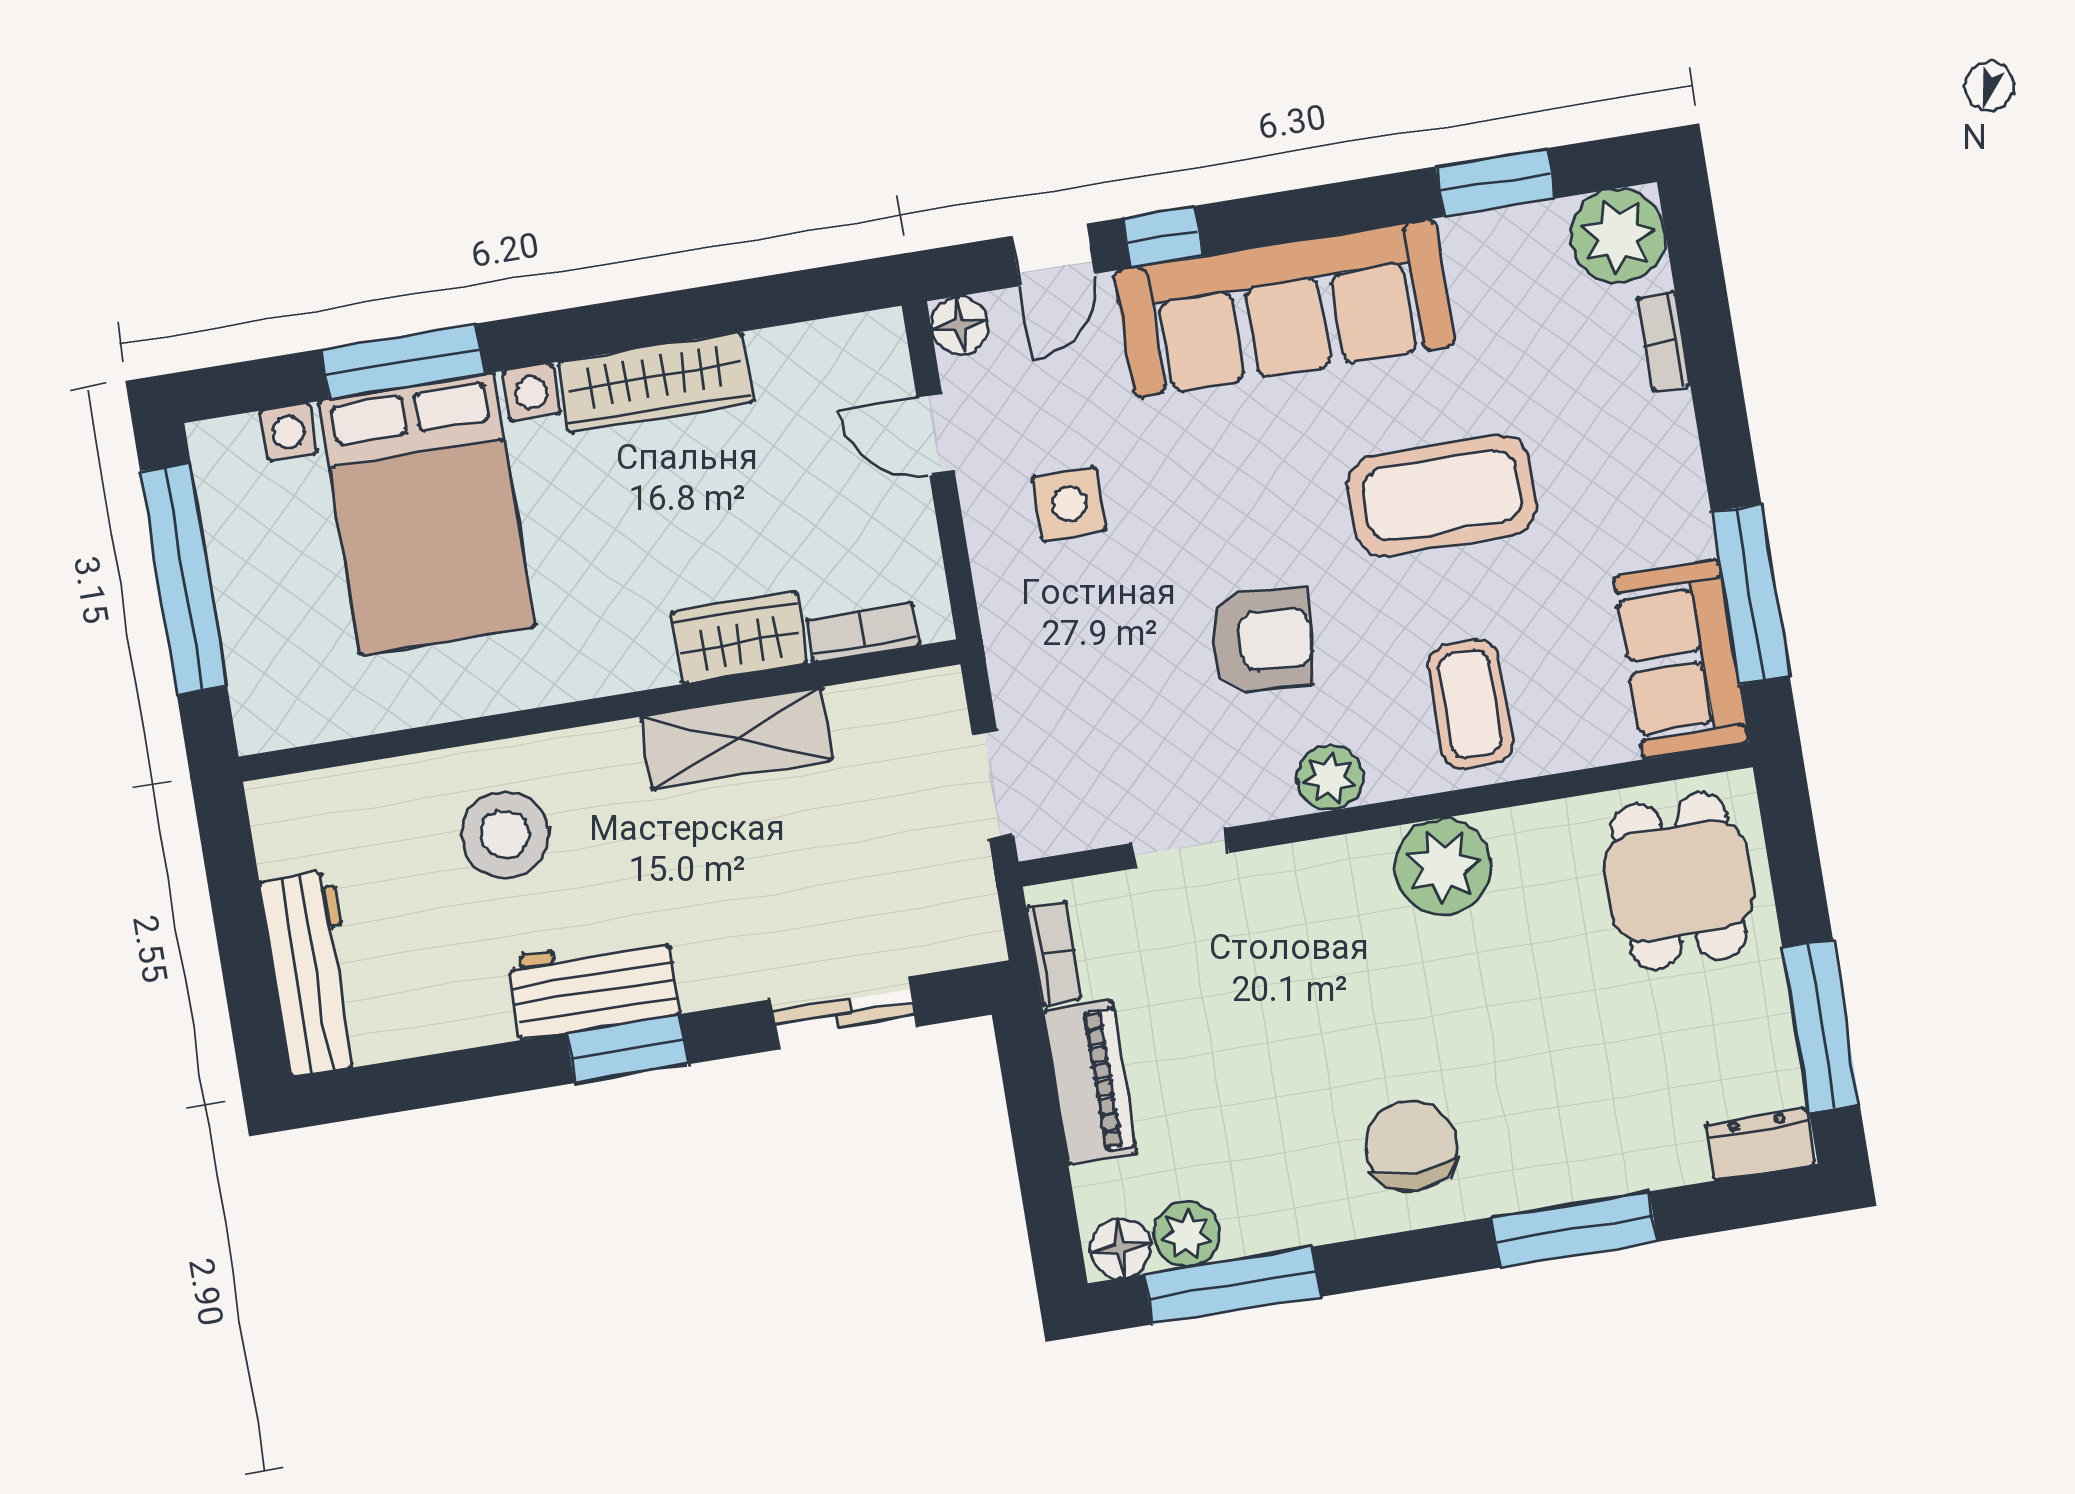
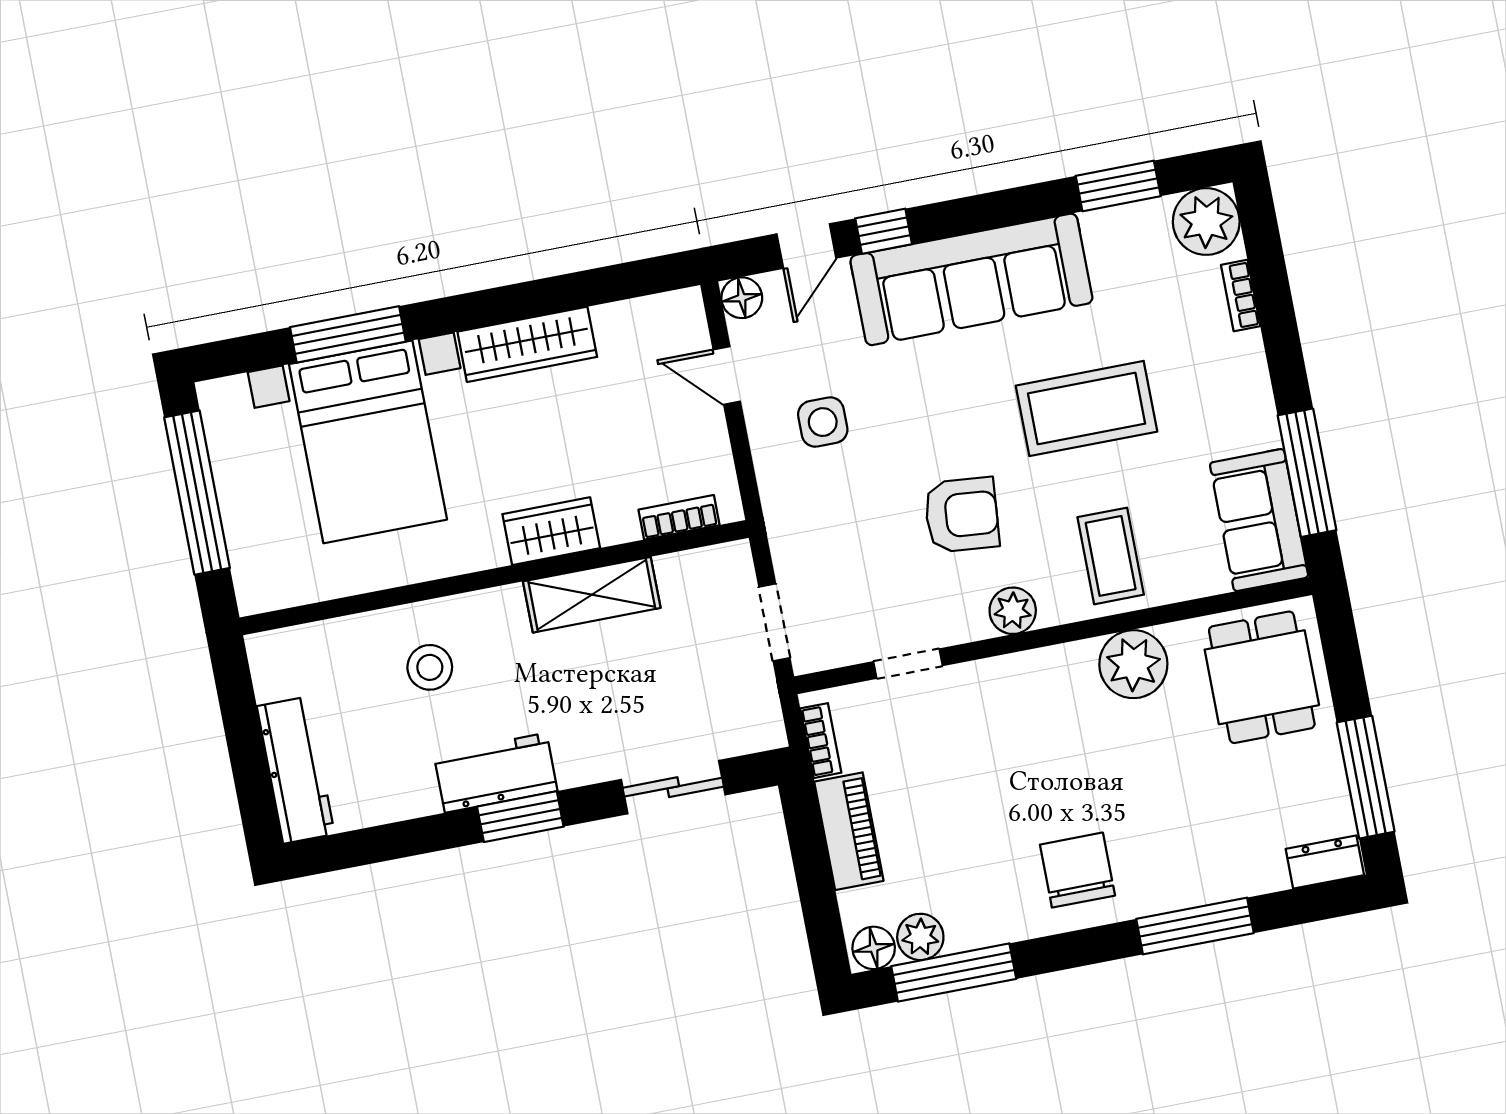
wardrobe: (739, 638) -> (551, 531), moved
stool: (505, 834) -> (430, 667), width x0.73, depth x0.73
plant: (1443, 867) -> (1133, 664), moved

